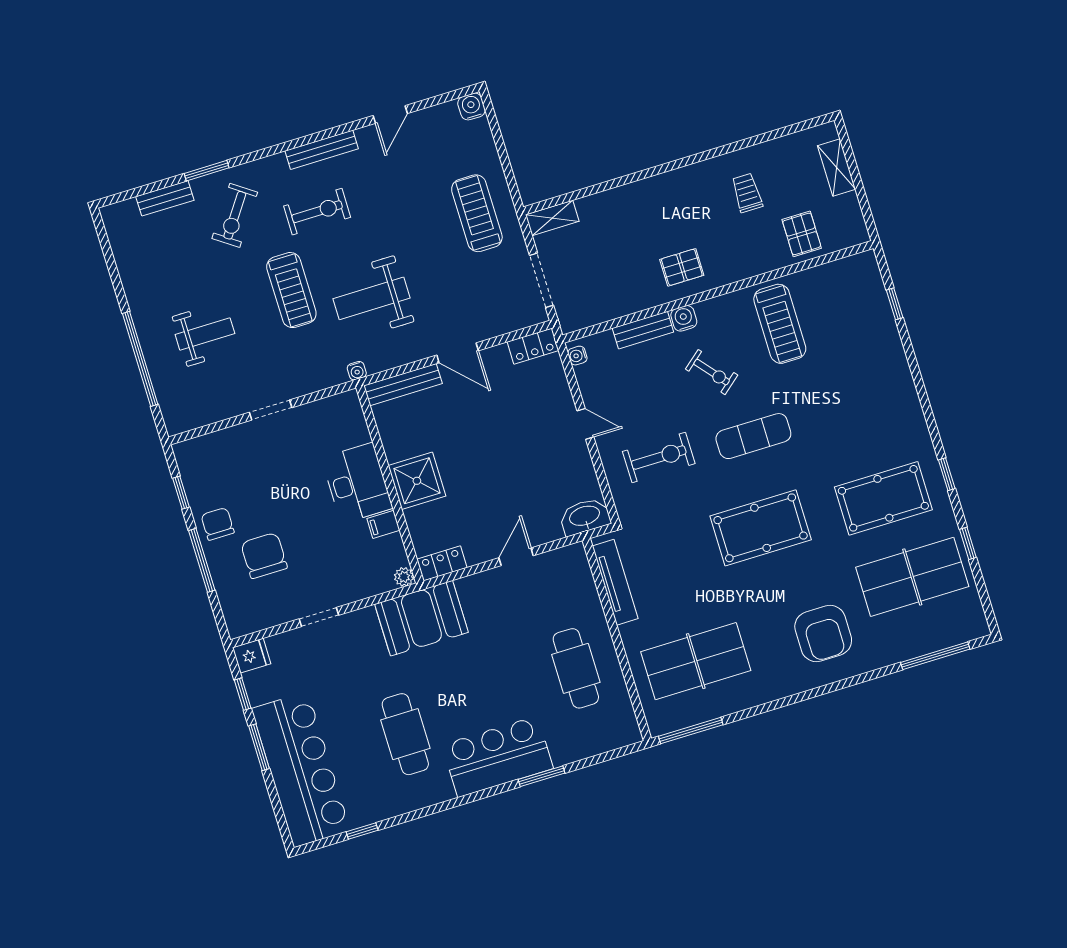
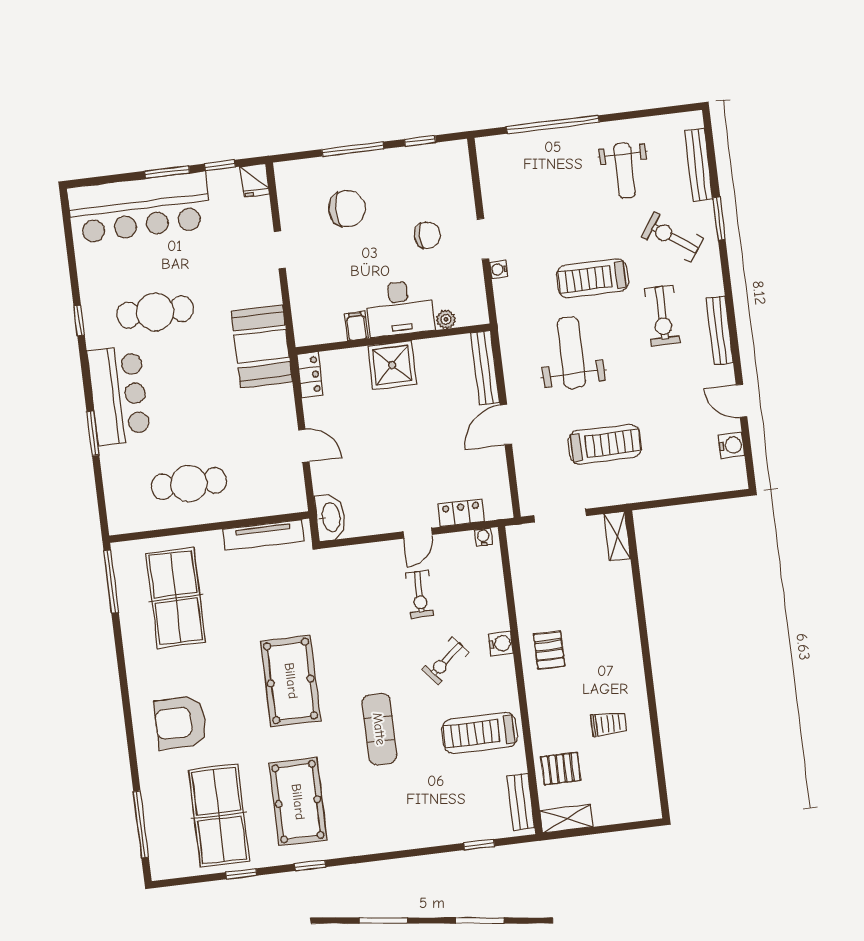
water cooler: (471, 107) -> (731, 445), moved
shelving: (837, 167) -> (566, 819), moved
bench: (165, 198) -> (699, 165), width x1.36
treadmill: (477, 213) -> (605, 444), moved
bench: (643, 330) -> (521, 802), moved
weight bench: (205, 334) -> (624, 171), moved
locker: (533, 346) -> (461, 513), moved, turned 90
water cooler: (357, 371) -> (499, 269), moved
exercise mat: (753, 436) -> (379, 729), moved
exercise bike: (659, 457) -> (420, 594), moved, width x0.73, depth x0.72
chair: (218, 524) -> (427, 235), moved
plant: (404, 577) -> (446, 319), moved
window: (362, 831) -> (79, 321), moved

